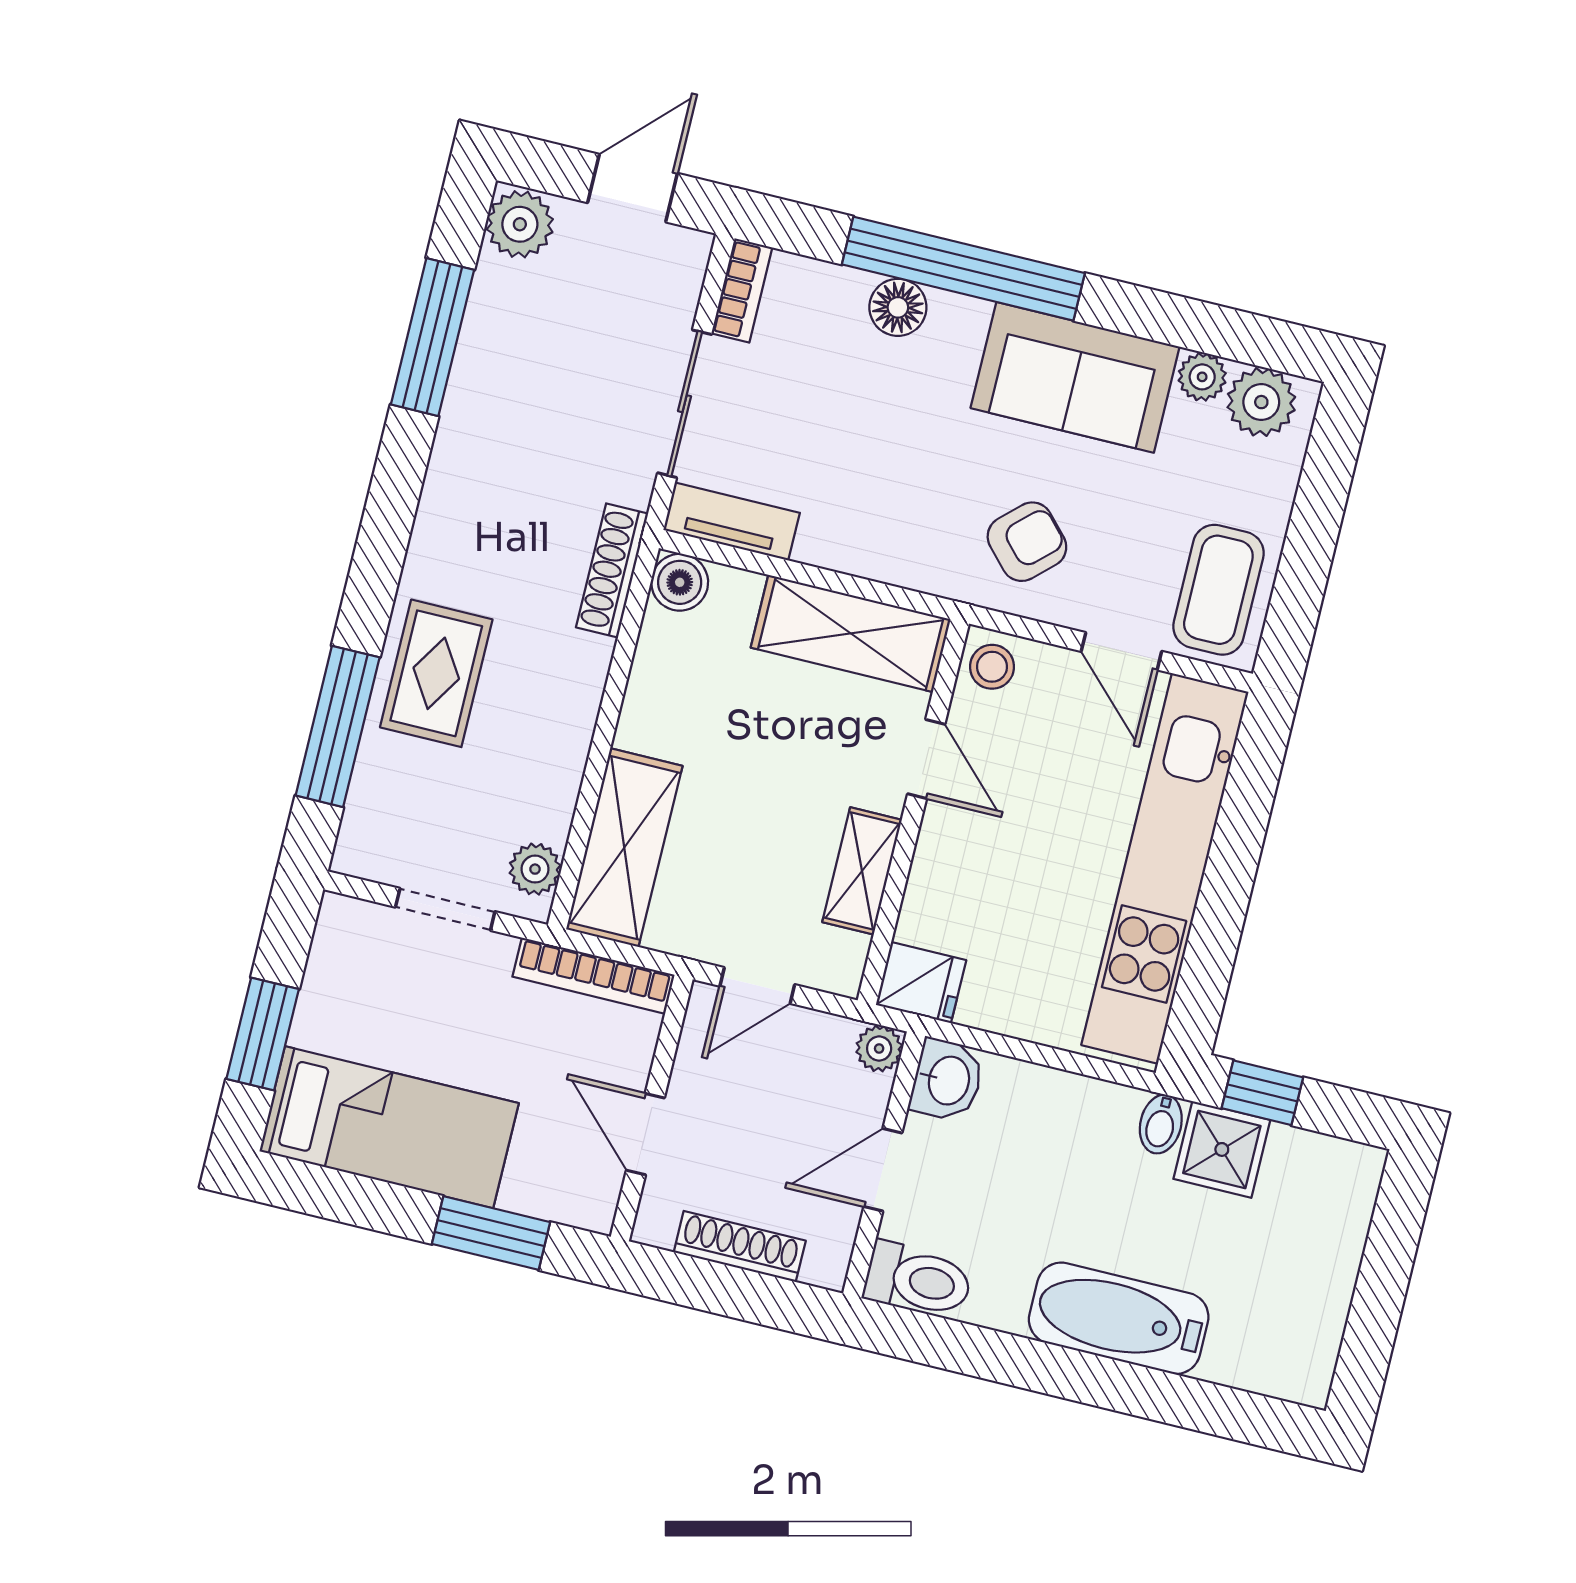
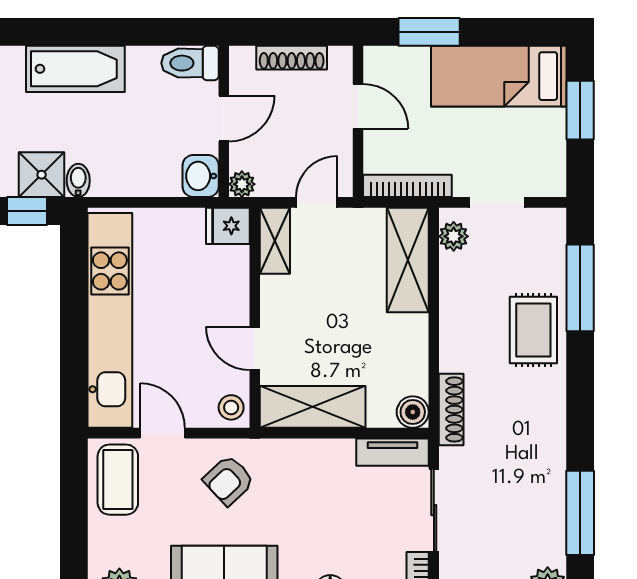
shelving: (862, 871) -> (275, 241), moved

